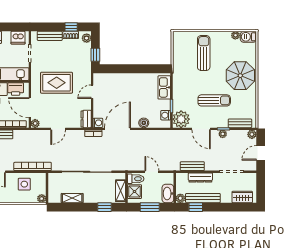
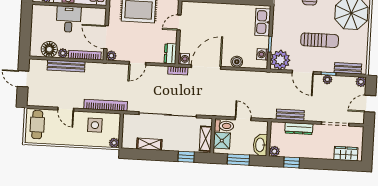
printer: (16, 89) -> (91, 15), removed
bench: (203, 198) -> (300, 152), removed

